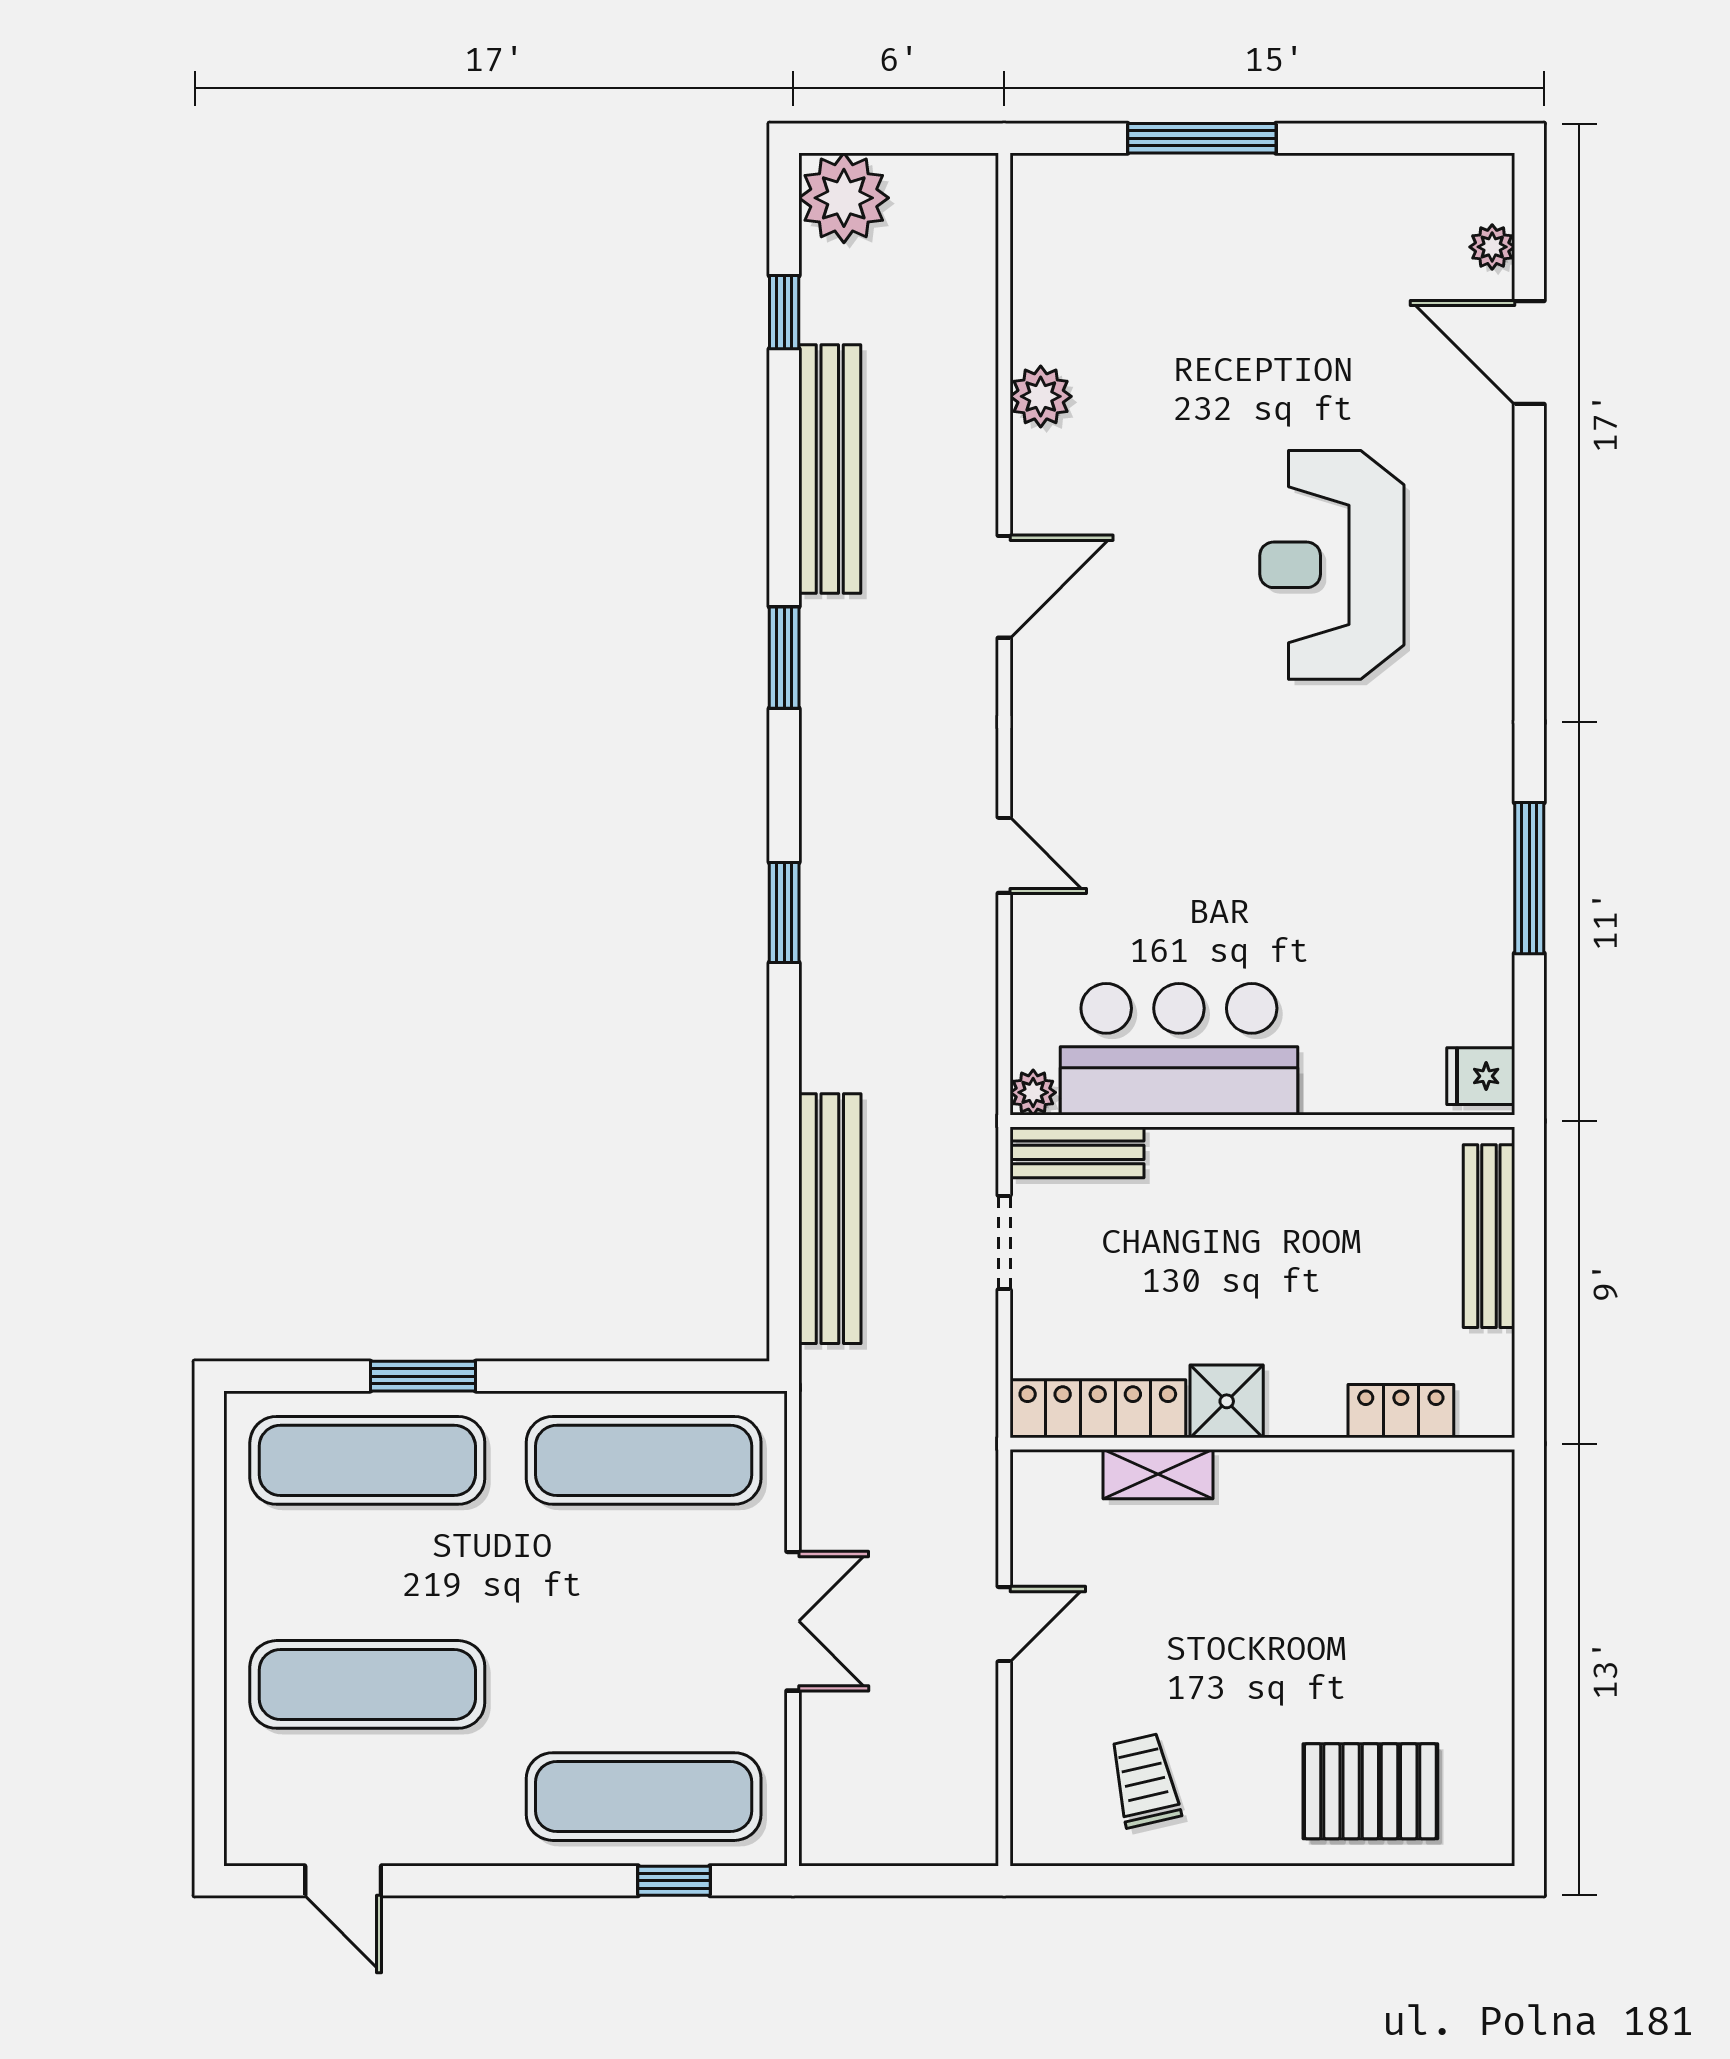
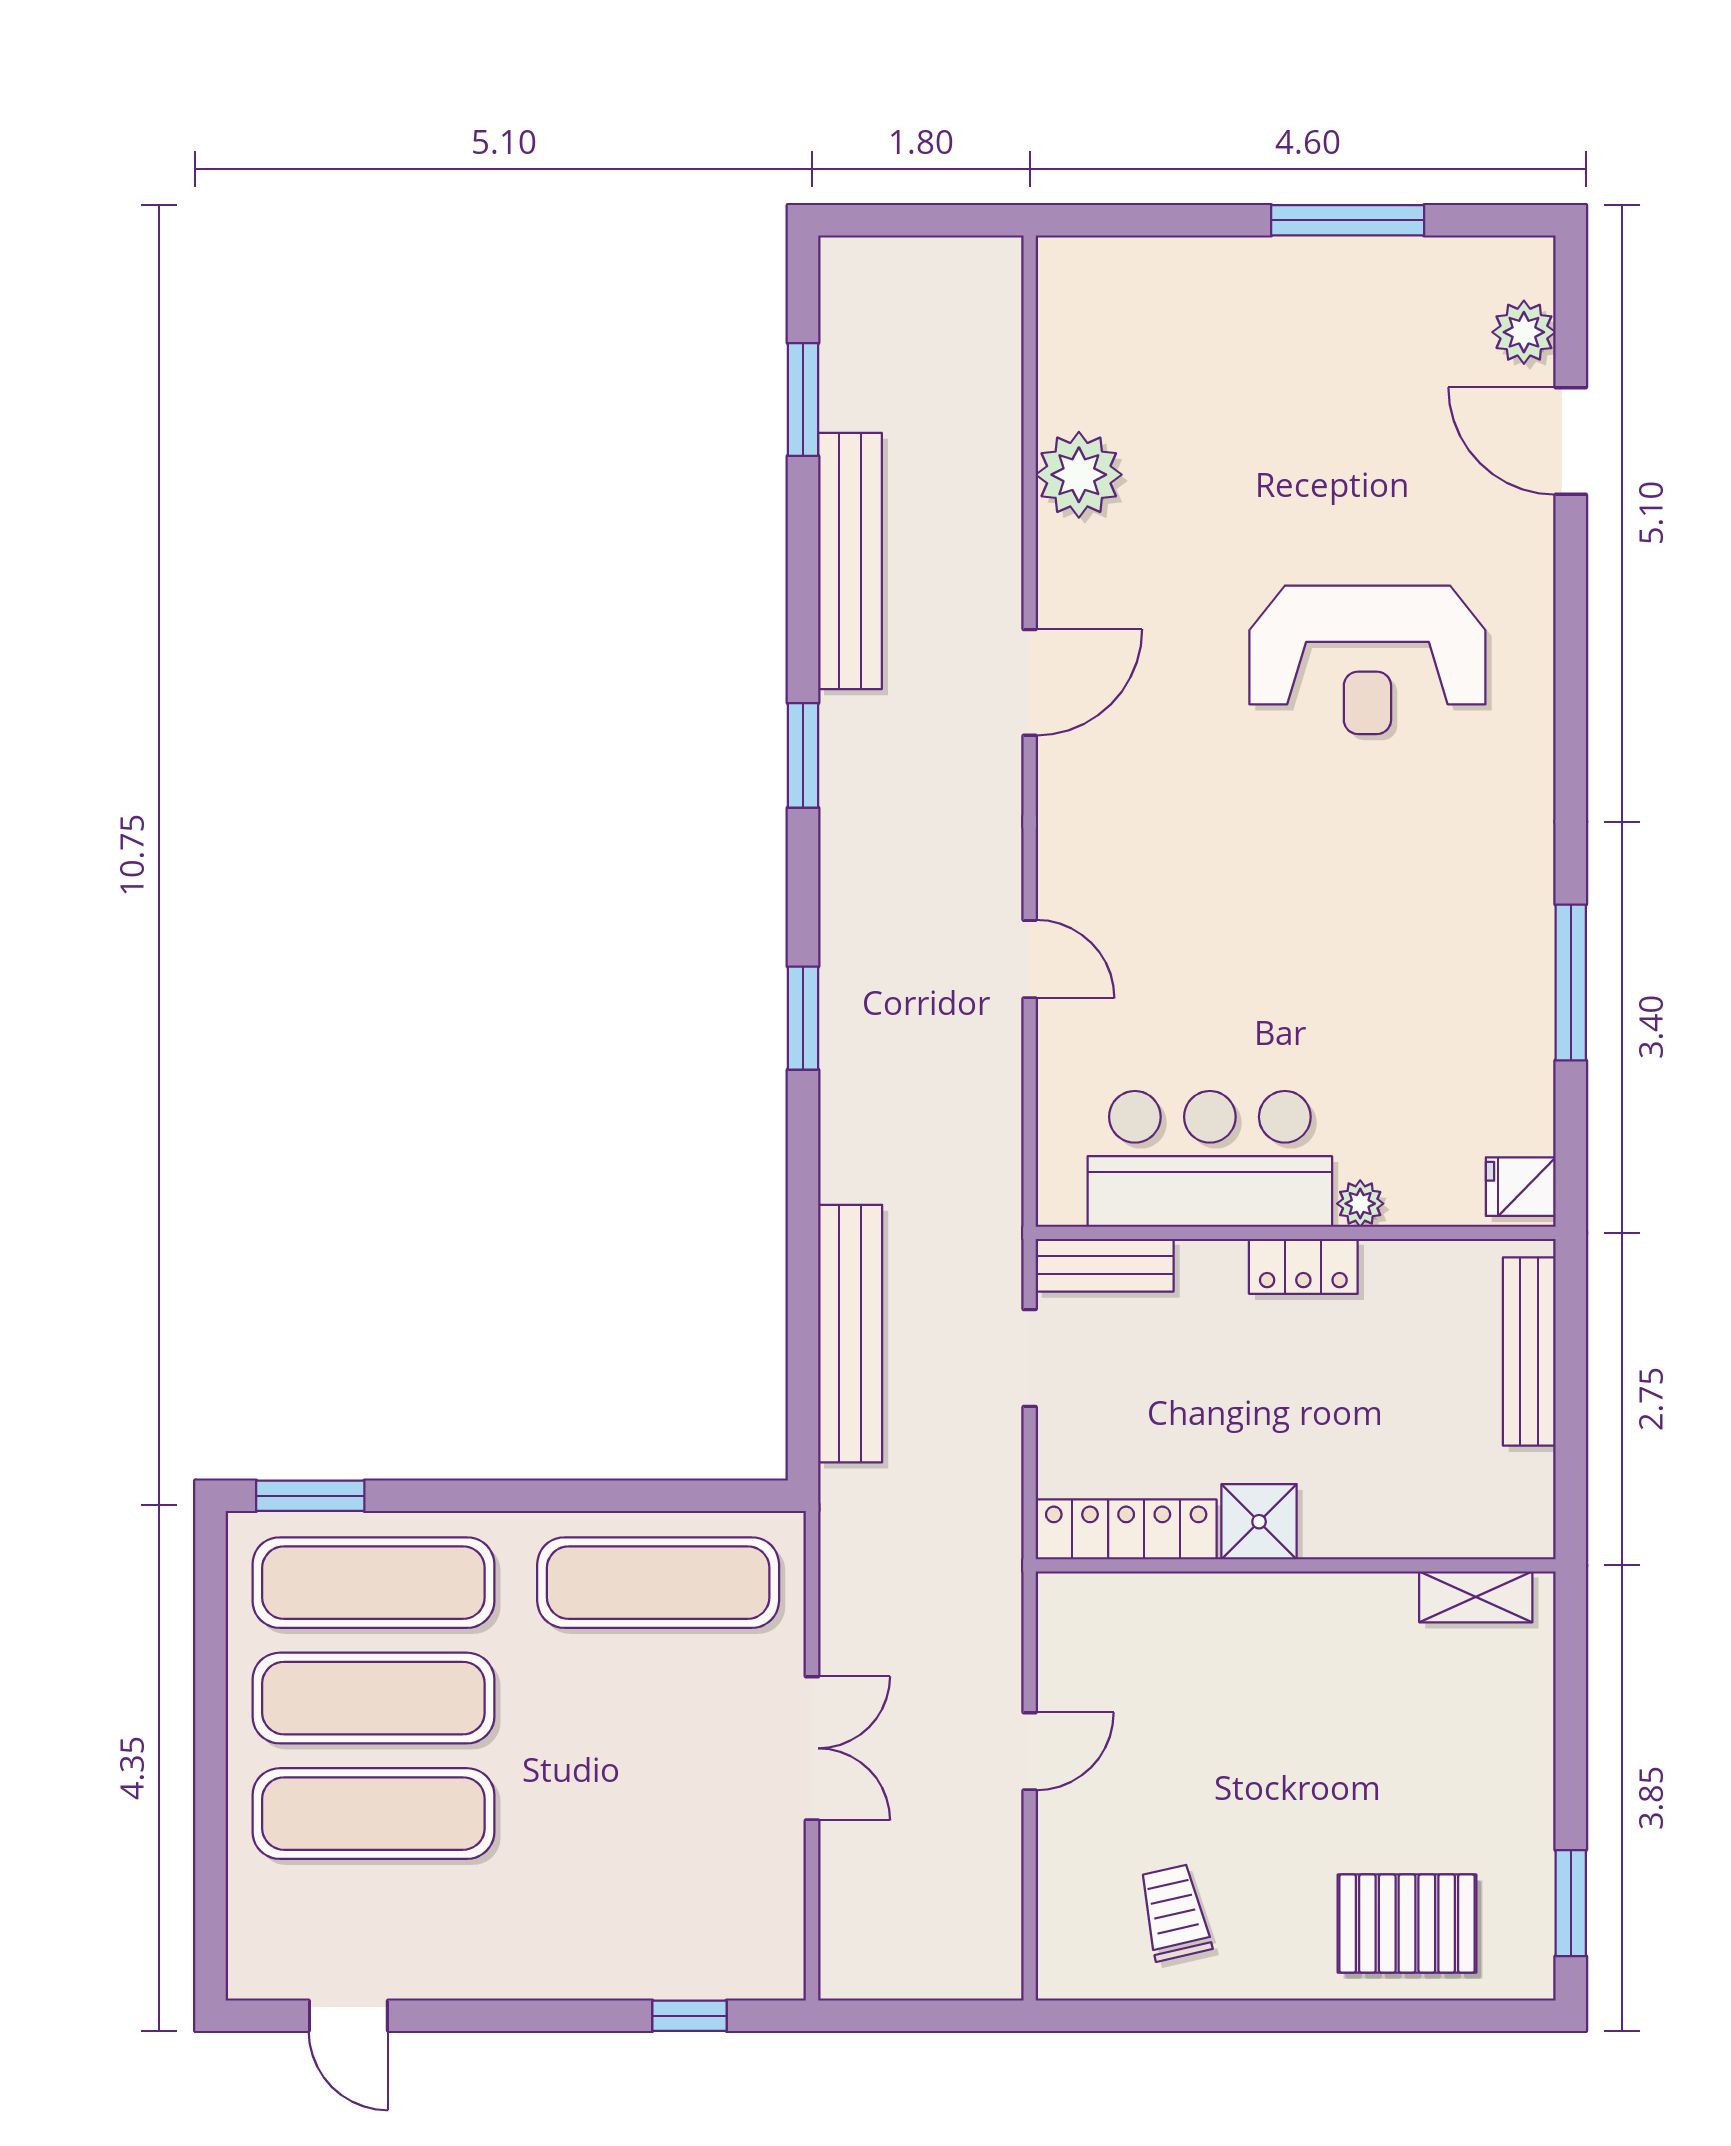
window: (1202, 138) -> (1348, 220), moved
plant: (844, 198) -> (864, 282), removed
plant: (1492, 247) -> (1524, 332), width x1.38, depth x1.38
window: (784, 312) -> (803, 399), width x1.50
plant: (1041, 396) -> (1079, 475), width x1.36, depth x1.36
reception desk: (1332, 565) -> (1367, 660), turned -90
plant: (1033, 1092) -> (1360, 1204), moved
window: (423, 1376) -> (310, 1496), moved
locker: (1401, 1411) -> (1303, 1266), moved, turned 180
shelving: (1158, 1474) -> (1476, 1597), moved
window: (1529, 1771) -> (1571, 1903), added
exercise mat: (644, 1797) -> (373, 1698), moved

